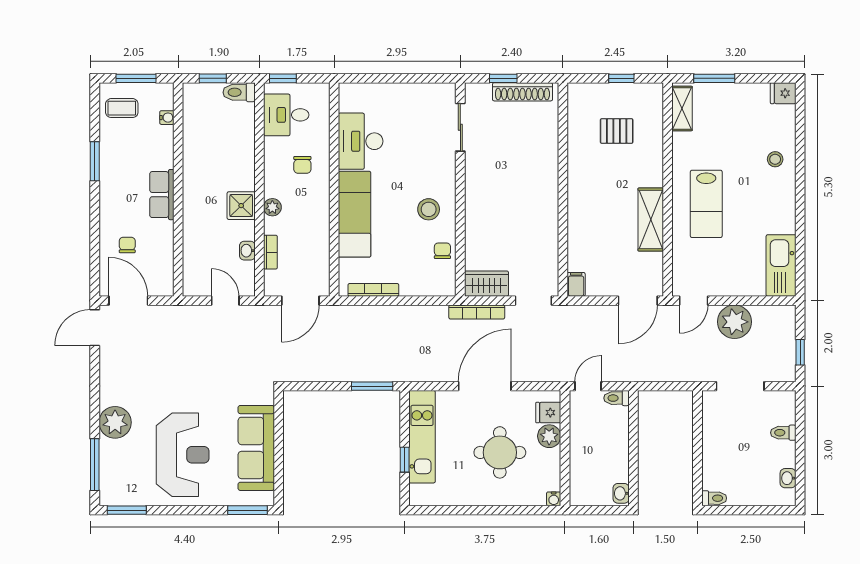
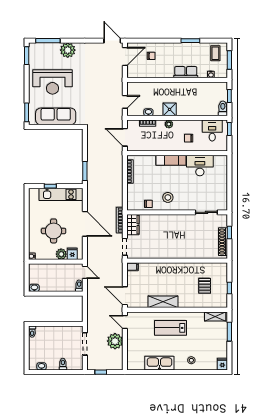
row of seats: (162, 195) -> (186, 72), moved
exam couch: (355, 214) -> (171, 160), width x0.73, depth x0.69
kitchen sink: (781, 265) -> (159, 363), moved

